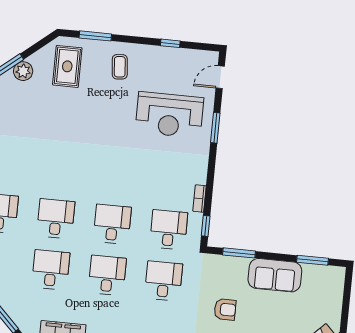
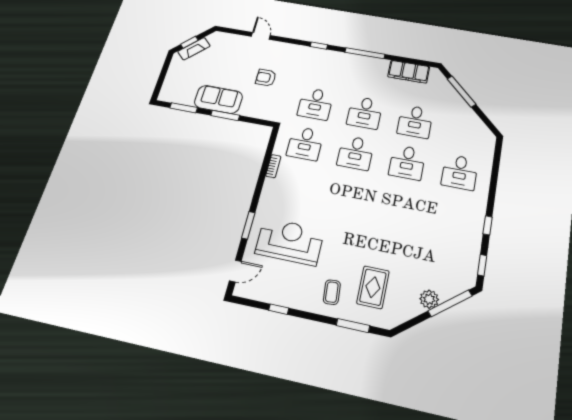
rug: (67, 66) -> (373, 287), moved
window: (206, 226) -> (271, 143), removed
window: (239, 253) -> (225, 115), moved

